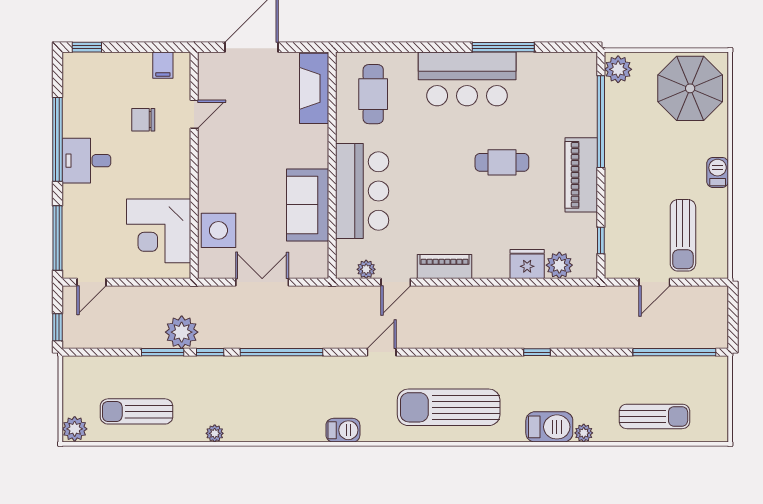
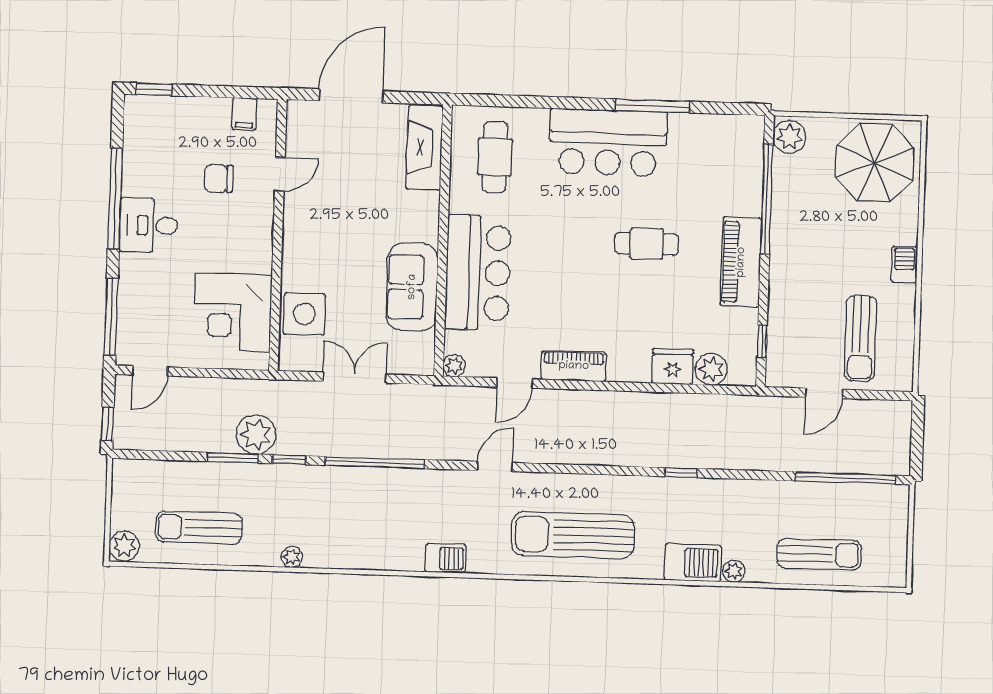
plant: (366, 269) -> (454, 366), moved

